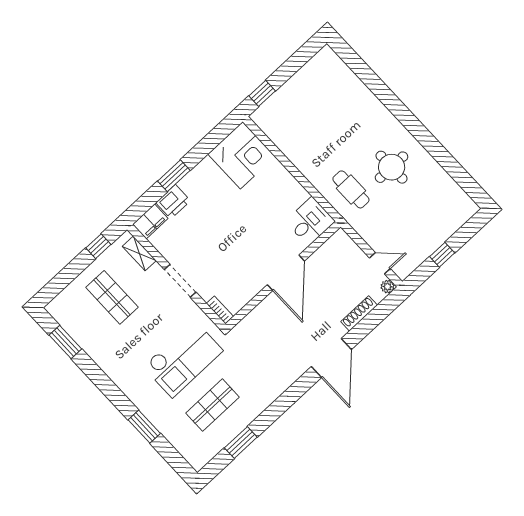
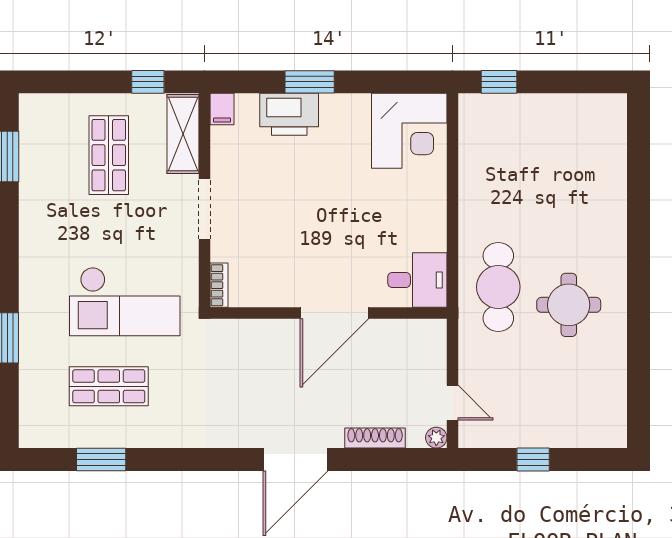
cafe table: (351, 189) -> (498, 287), width x1.37, depth x1.35
printer: (173, 202) -> (289, 114), width x1.37, depth x1.19
filing cabinet: (150, 221) -> (222, 109), width x0.50
shelving: (139, 253) -> (183, 134), width x1.50, depth x1.33

